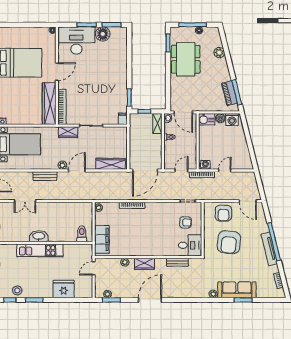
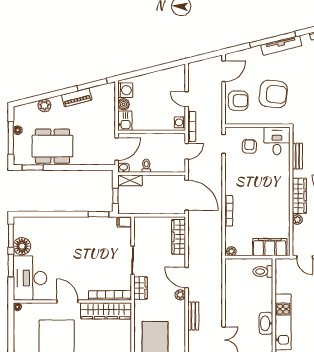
piano: (229, 93) -> (77, 97), moved
door: (181, 170) -> (187, 151), swing flipped
wardrobe: (144, 264) -> (299, 196), width x1.50

